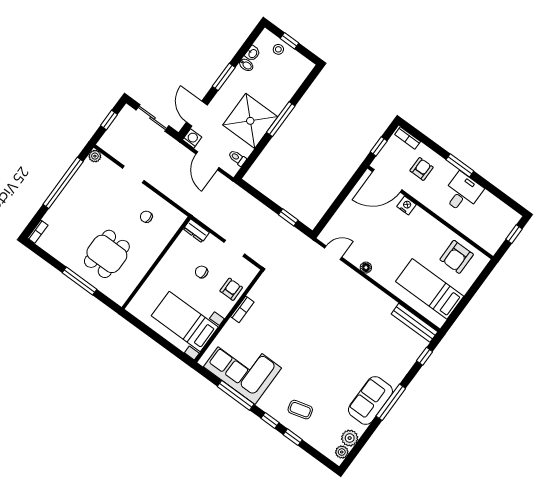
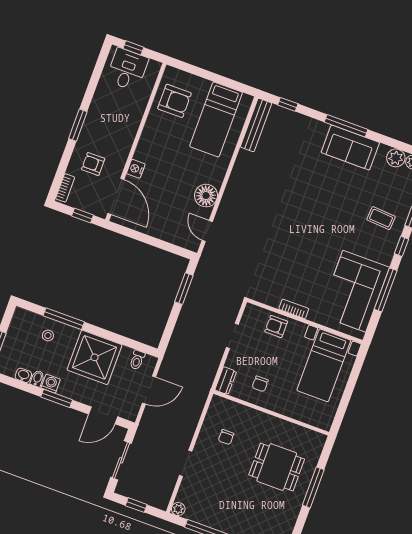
stool: (278, 49) -> (48, 336), moved
window: (281, 119) -> (64, 319), moved
washing machine: (192, 138) -> (51, 384), moved, turned 90
desk: (462, 193) -> (127, 69), moved, turned 90
window: (288, 217) -> (184, 289), width x1.50
floor lamp: (366, 268) -> (206, 196), width x1.89, depth x1.89
chair: (202, 272) -> (260, 384), moved
coffee table: (300, 410) -> (381, 218), turned -71

